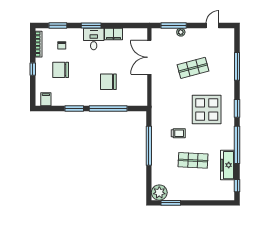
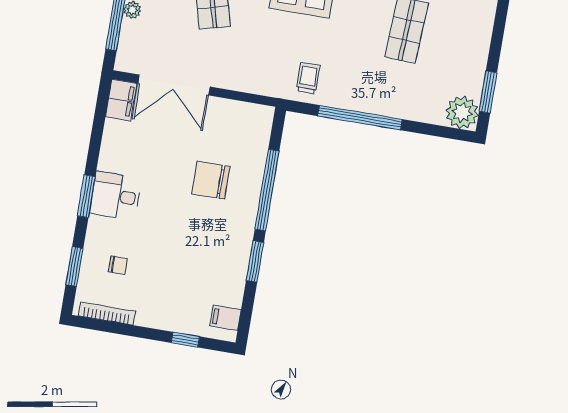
filing cabinet: (114, 34) -> (121, 100), moved
window: (33, 69) -> (185, 340), moved
chair: (61, 70) -> (169, 276), removed
chair: (108, 82) -> (211, 180), turned 90
trolley: (178, 133) -> (308, 78), moved

